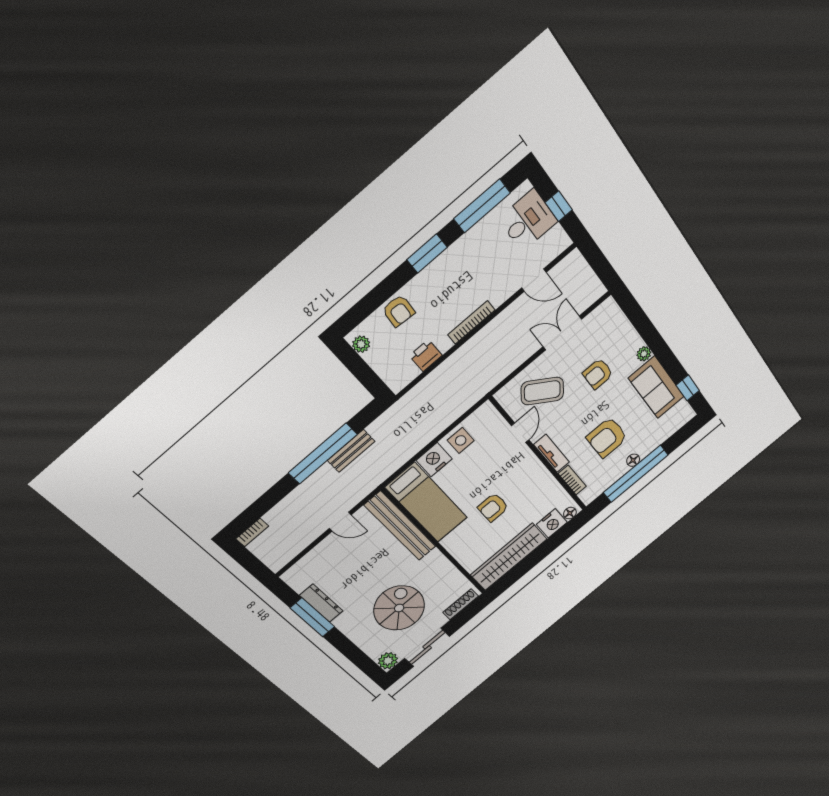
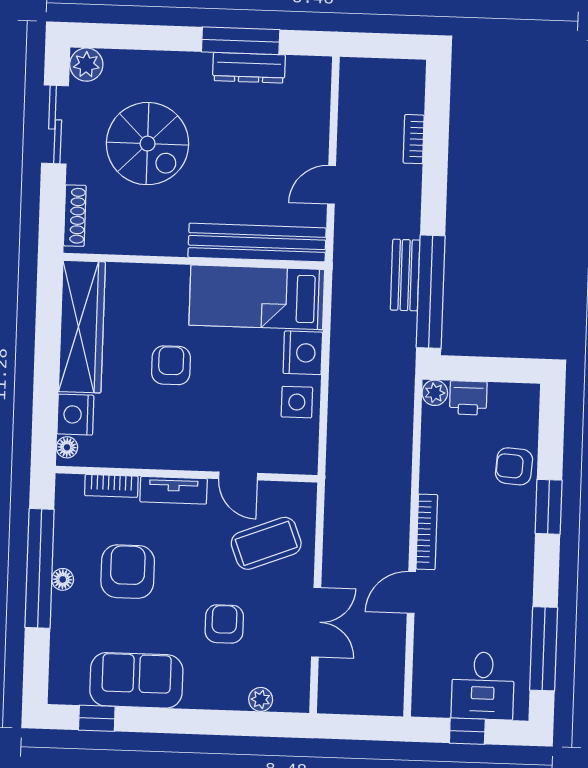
window: (427, 253) -> (549, 507), moved
door: (534, 280) -> (411, 592), moved
plant: (361, 344) -> (435, 393), moved
plant: (644, 354) -> (261, 699), moved
printer: (426, 356) -> (468, 398), moved, turned 90
coffee table: (542, 391) -> (266, 543), turned 34
window: (323, 454) -> (431, 292), moved
bookcase: (252, 532) -> (414, 139), moved

